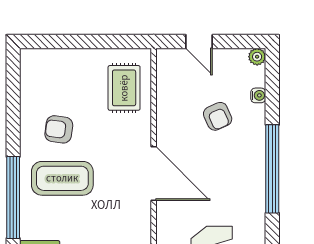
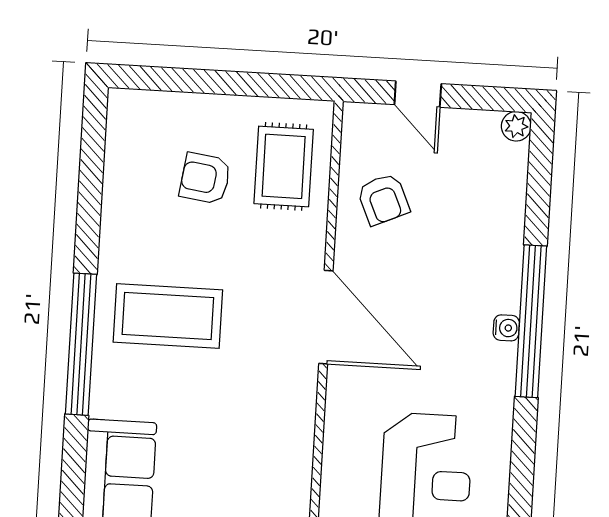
water cooler: (258, 95) -> (506, 328), moved
armchair: (218, 116) -> (383, 199), moved
armchair: (59, 129) -> (205, 178), moved

